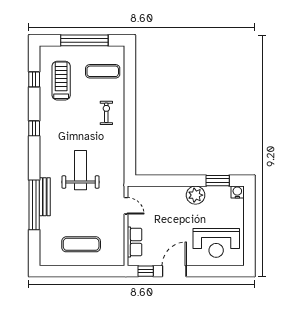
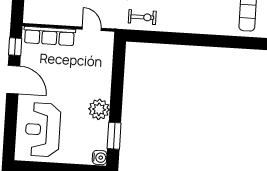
exercise bike: (106, 113) -> (142, 17), moved
door: (126, 206) -> (92, 29), swing flipped
row of seats: (135, 242) -> (49, 36), width x1.48

